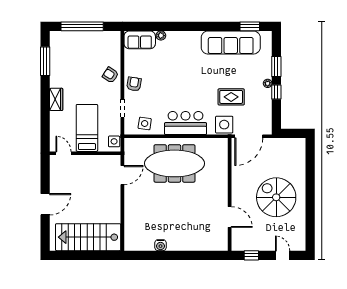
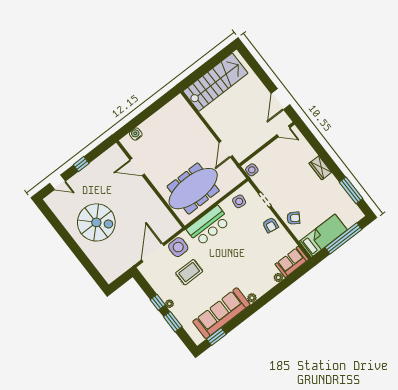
plant: (196, 36) -> (252, 298), added
bed: (87, 128) -> (323, 236), moved, turned -90
wall: (230, 194) -> (150, 184), moved
door: (45, 204) -> (281, 99), moved
door: (230, 217) -> (137, 167), moved
water cooler: (160, 245) -> (136, 134), moved

